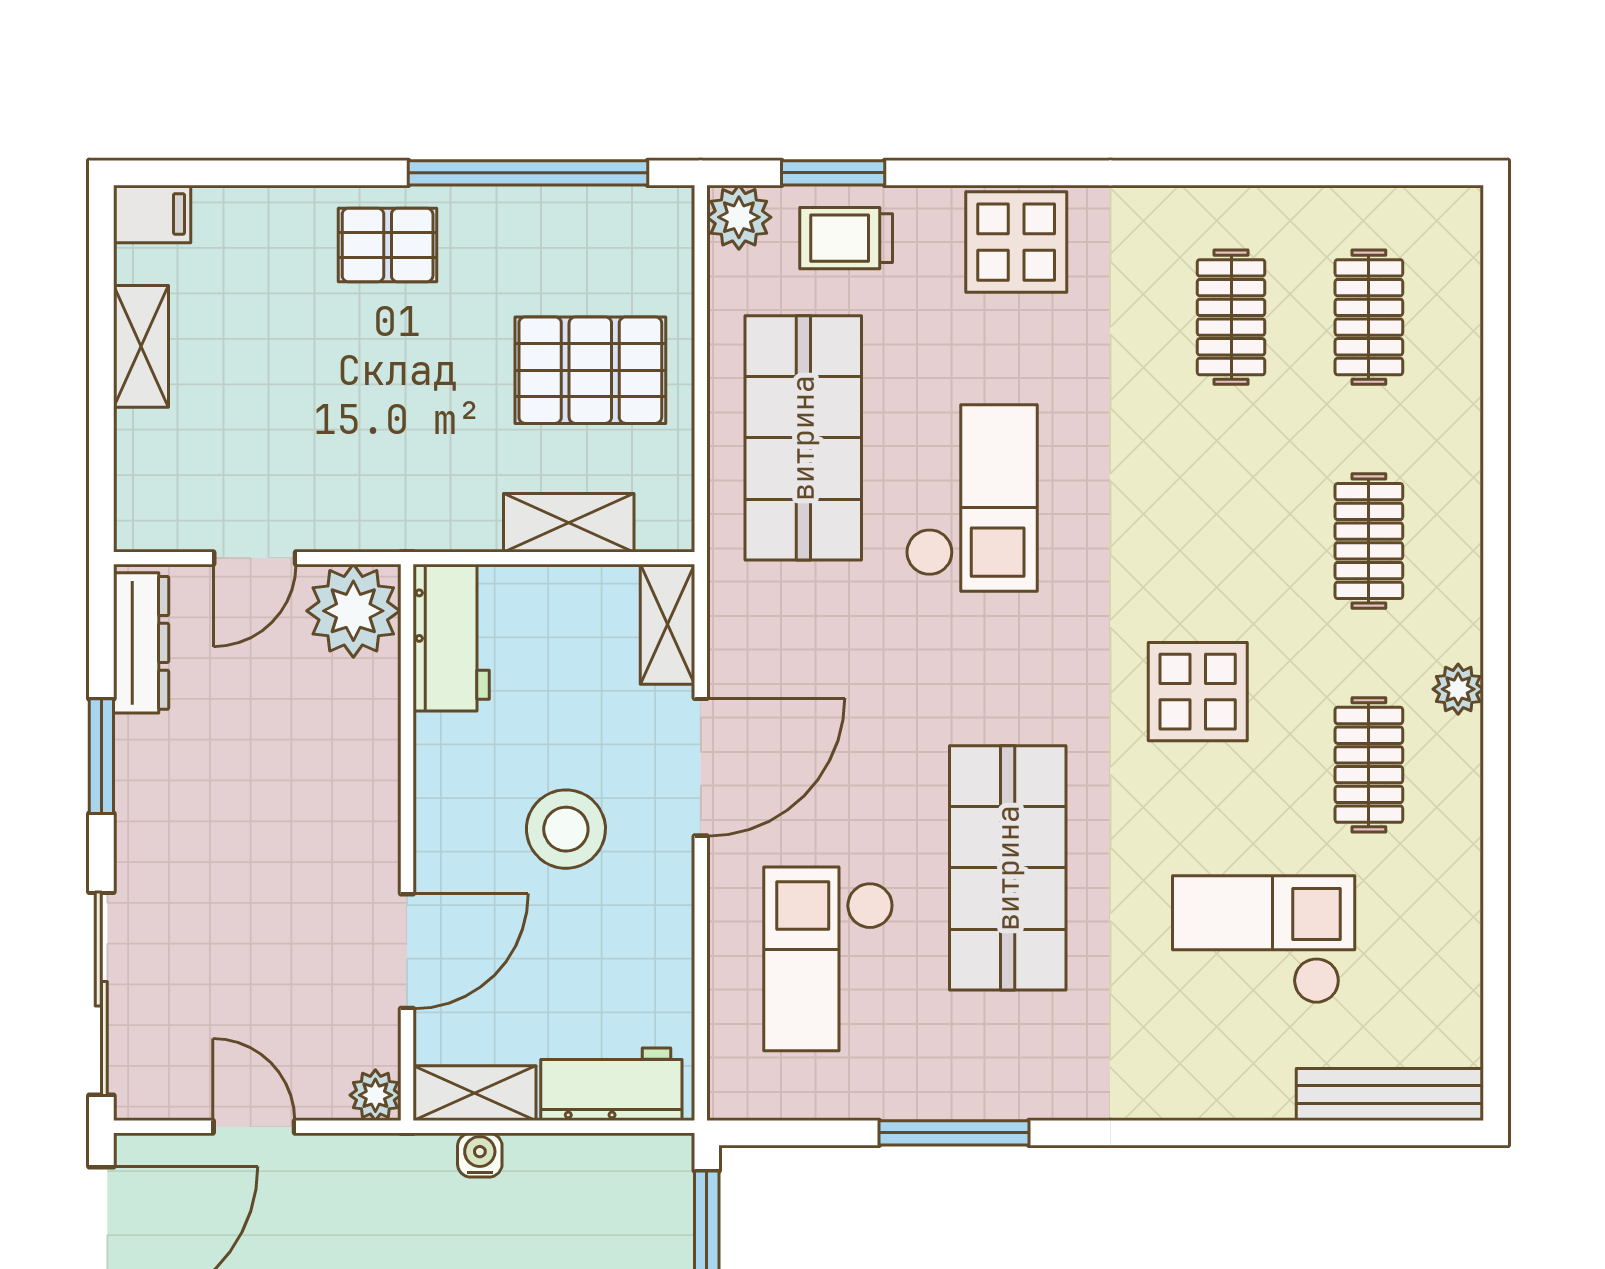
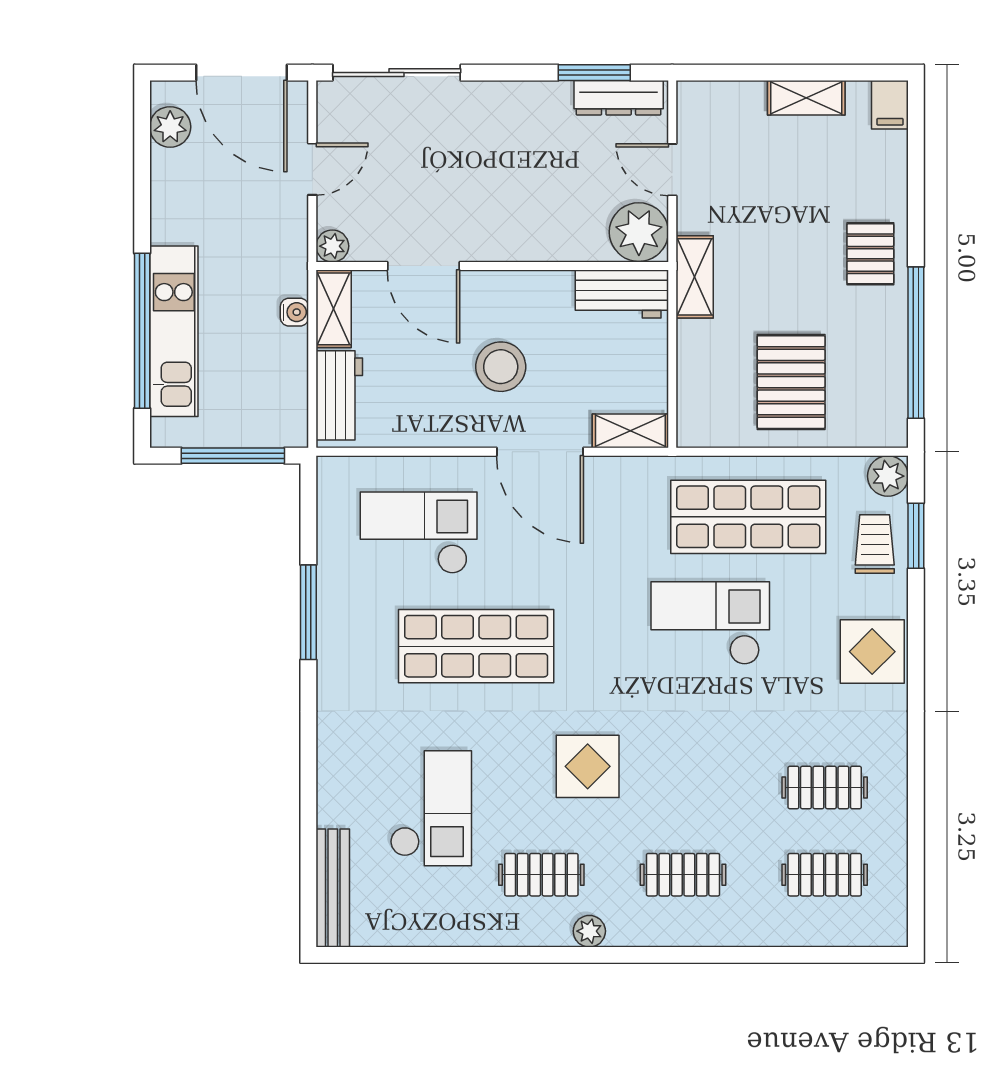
checkout: (971, 498) -> (710, 623), turned 180
shelving: (569, 523) -> (695, 277), moved
window: (101, 756) -> (594, 73), moved

